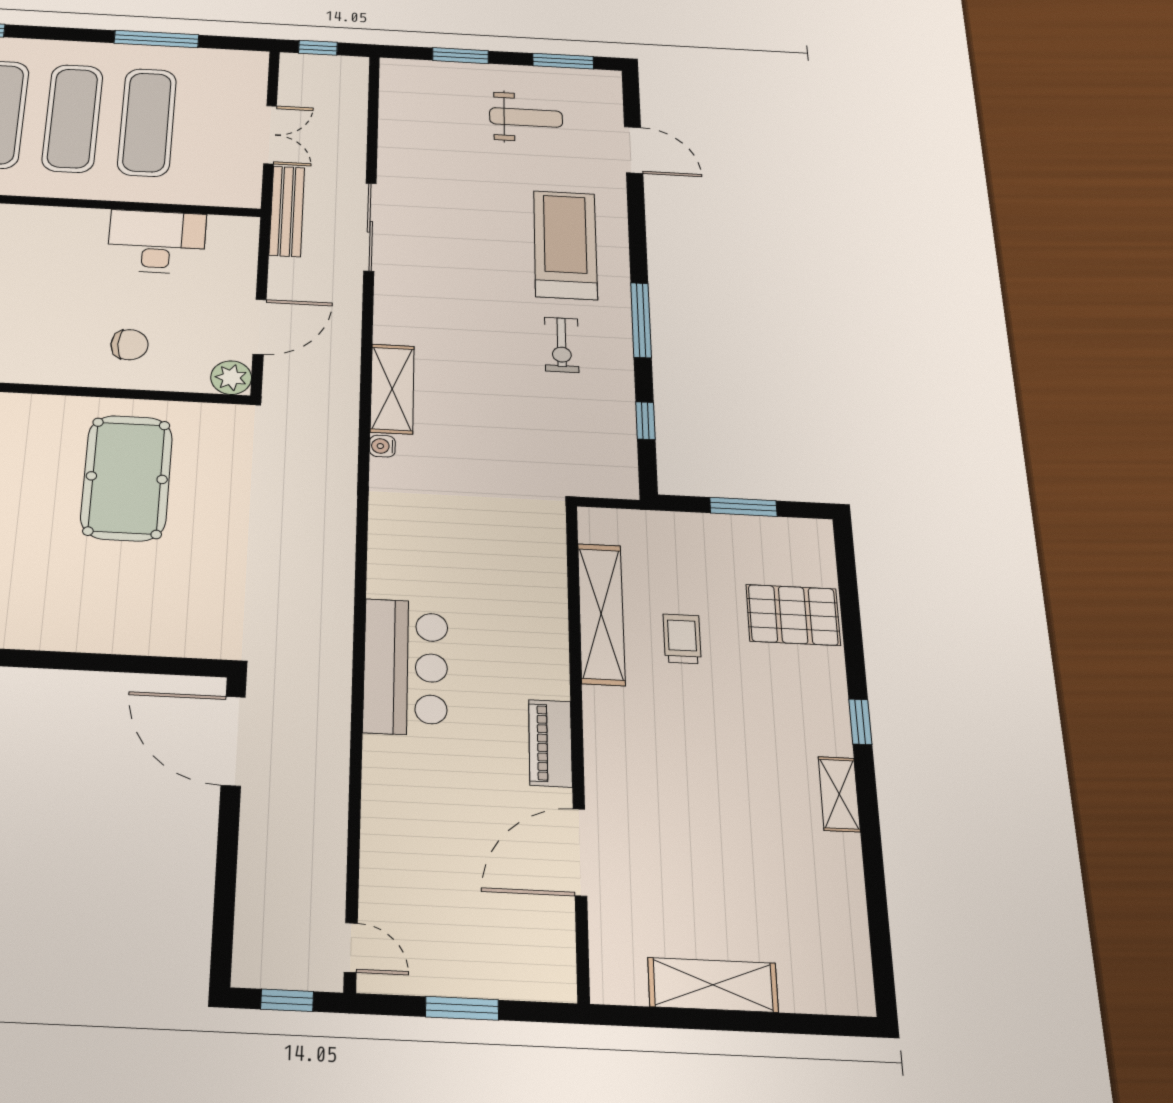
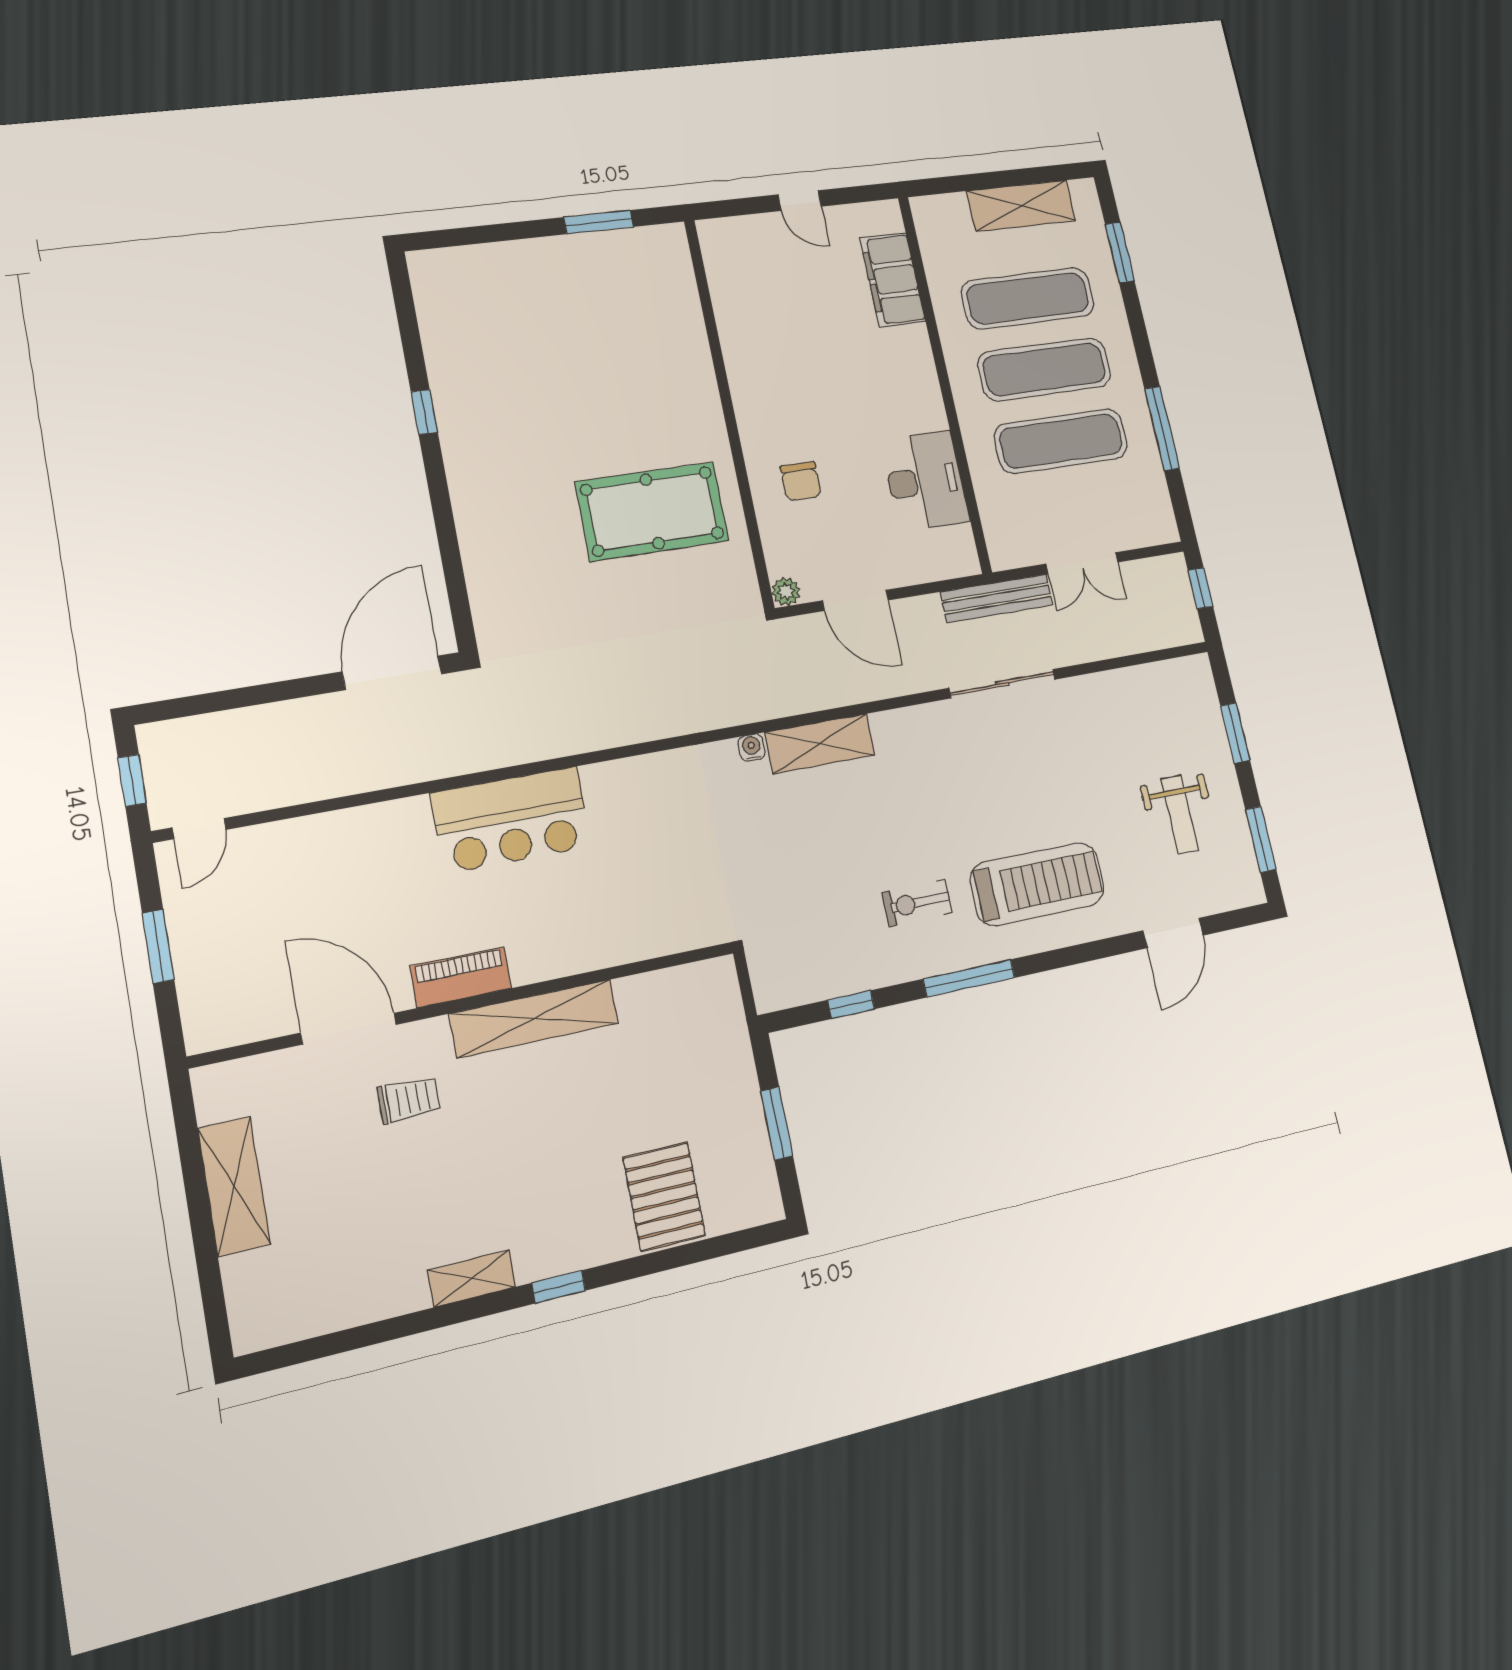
plant: (231, 378) -> (786, 592), width x0.73, depth x0.73
shelving: (601, 614) -> (534, 1019), moved
trolley: (682, 639) -> (409, 1100), moved

